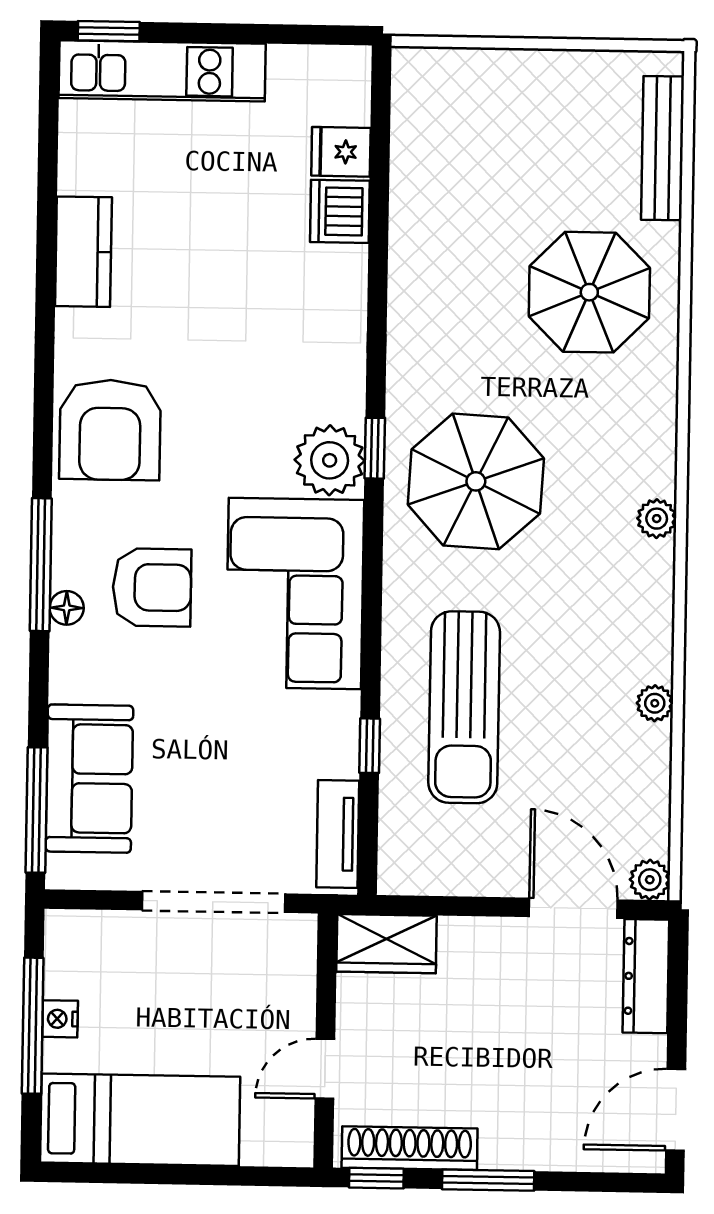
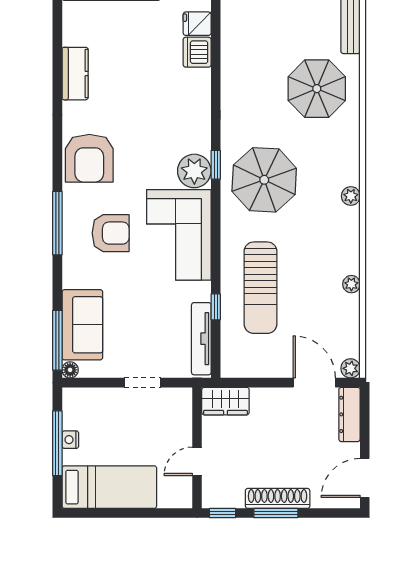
floor lamp: (67, 608) -> (70, 370), moved
tv unit: (338, 834) -> (201, 339), width x1.41
doorway: (213, 902) -> (143, 383), width x0.53
shoe rack: (410, 1148) -> (278, 498), moved

